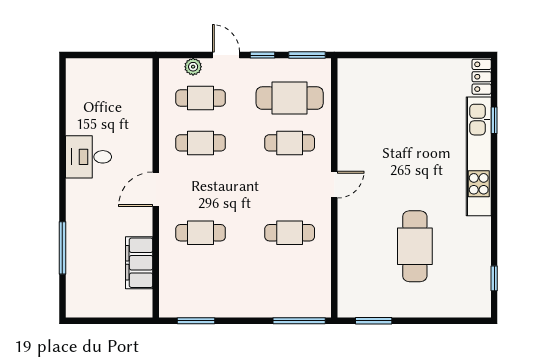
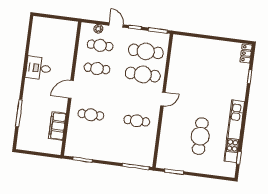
cafe table: (290, 143) -> (143, 75), width x1.37, depth x1.35
kitchen unit: (479, 156) -> (234, 131), moved

